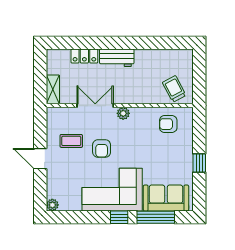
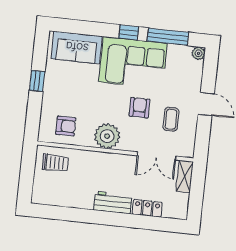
trolley: (174, 89) -> (55, 163), turned -62
double door: (95, 106) -> (157, 156), moved
plant: (123, 113) -> (107, 136), width x1.87, depth x1.87
coffee table: (71, 141) -> (171, 119), turned 90
window: (156, 217) -> (168, 37), moved

